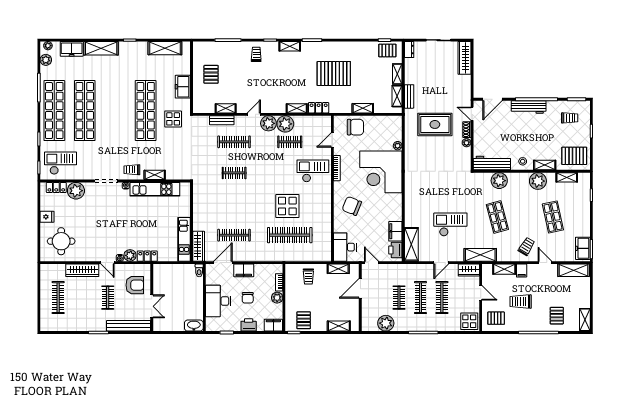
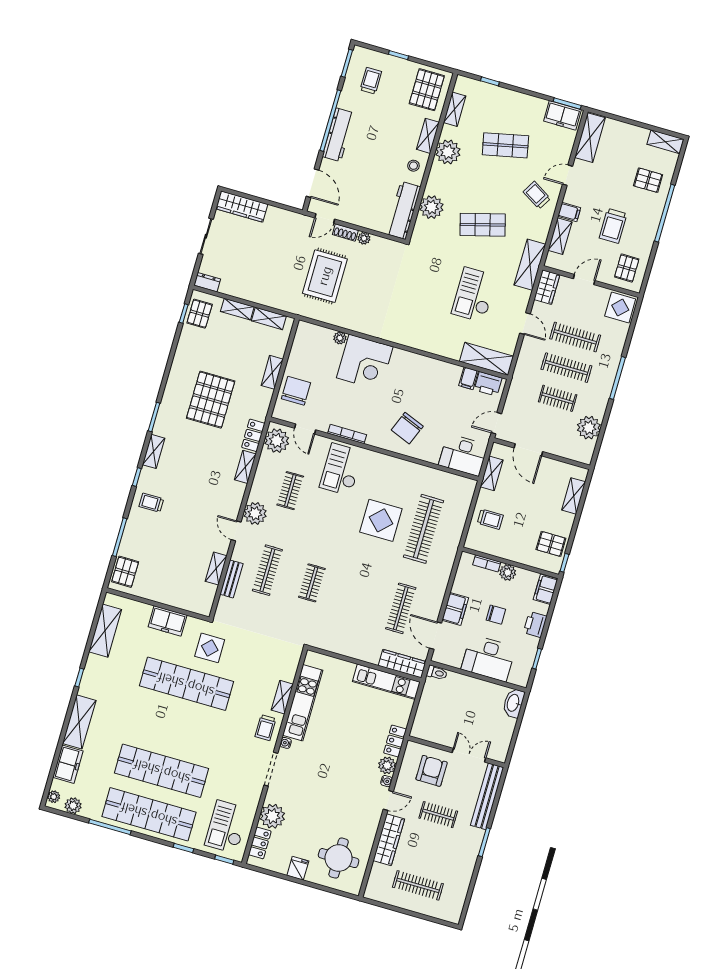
pallet: (211, 74) -> (125, 572), moved, turned 90
bench: (409, 96) -> (274, 301), removed
plant: (285, 124) -> (277, 441), moved
corner desk: (381, 172) -> (365, 362), width x0.74, depth x0.74
filing cabinet: (395, 231) -> (468, 378), width x0.50

